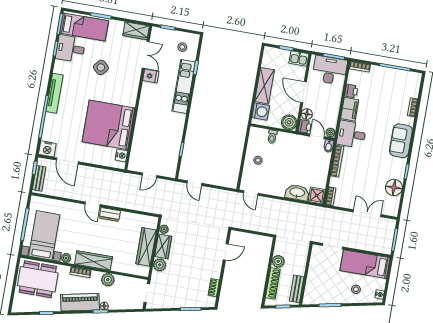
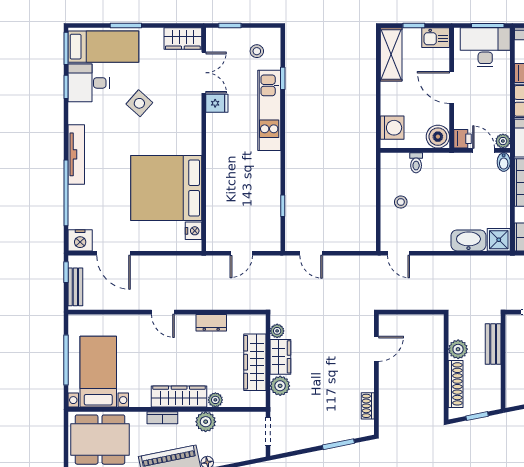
shelving: (265, 86) -> (391, 54), moved
floor lamp: (307, 114) -> (462, 119), removed
dresser: (110, 214) -> (211, 323), moved
plant: (66, 258) -> (215, 400), moved
bench: (297, 289) -> (493, 344), moved

